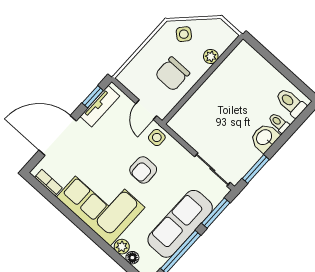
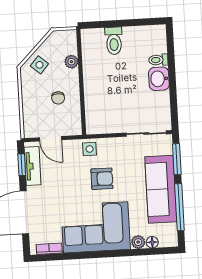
chair: (172, 74) -> (58, 98), width x0.54, depth x0.54
toilet: (291, 103) -> (114, 41), moved, turned -90
door: (146, 110) -> (51, 139), moved
window: (256, 169) -> (174, 105), removed
armchair: (143, 170) -> (102, 179), turned -90

